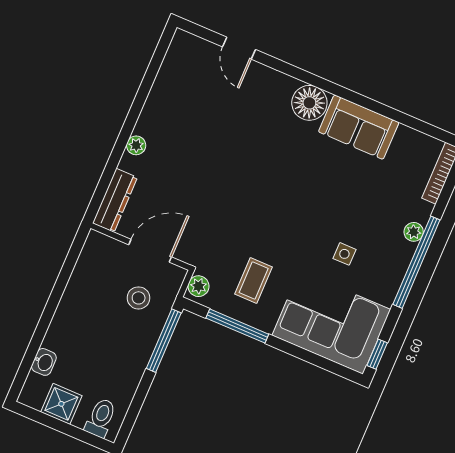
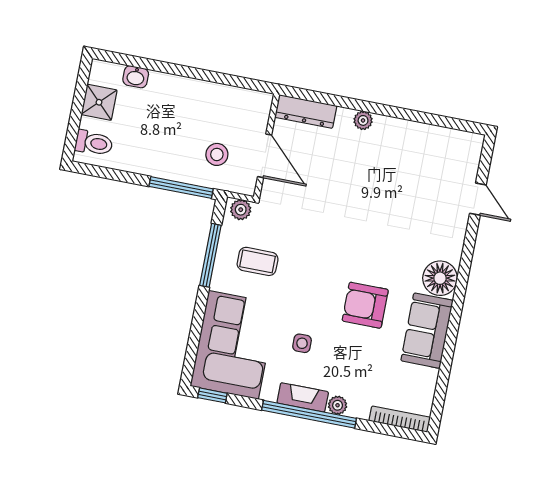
door: (239, 48) -> (478, 199), swing flipped
armchair: (320, 183) -> (365, 305), added
fireplace: (398, 265) -> (303, 397), added

